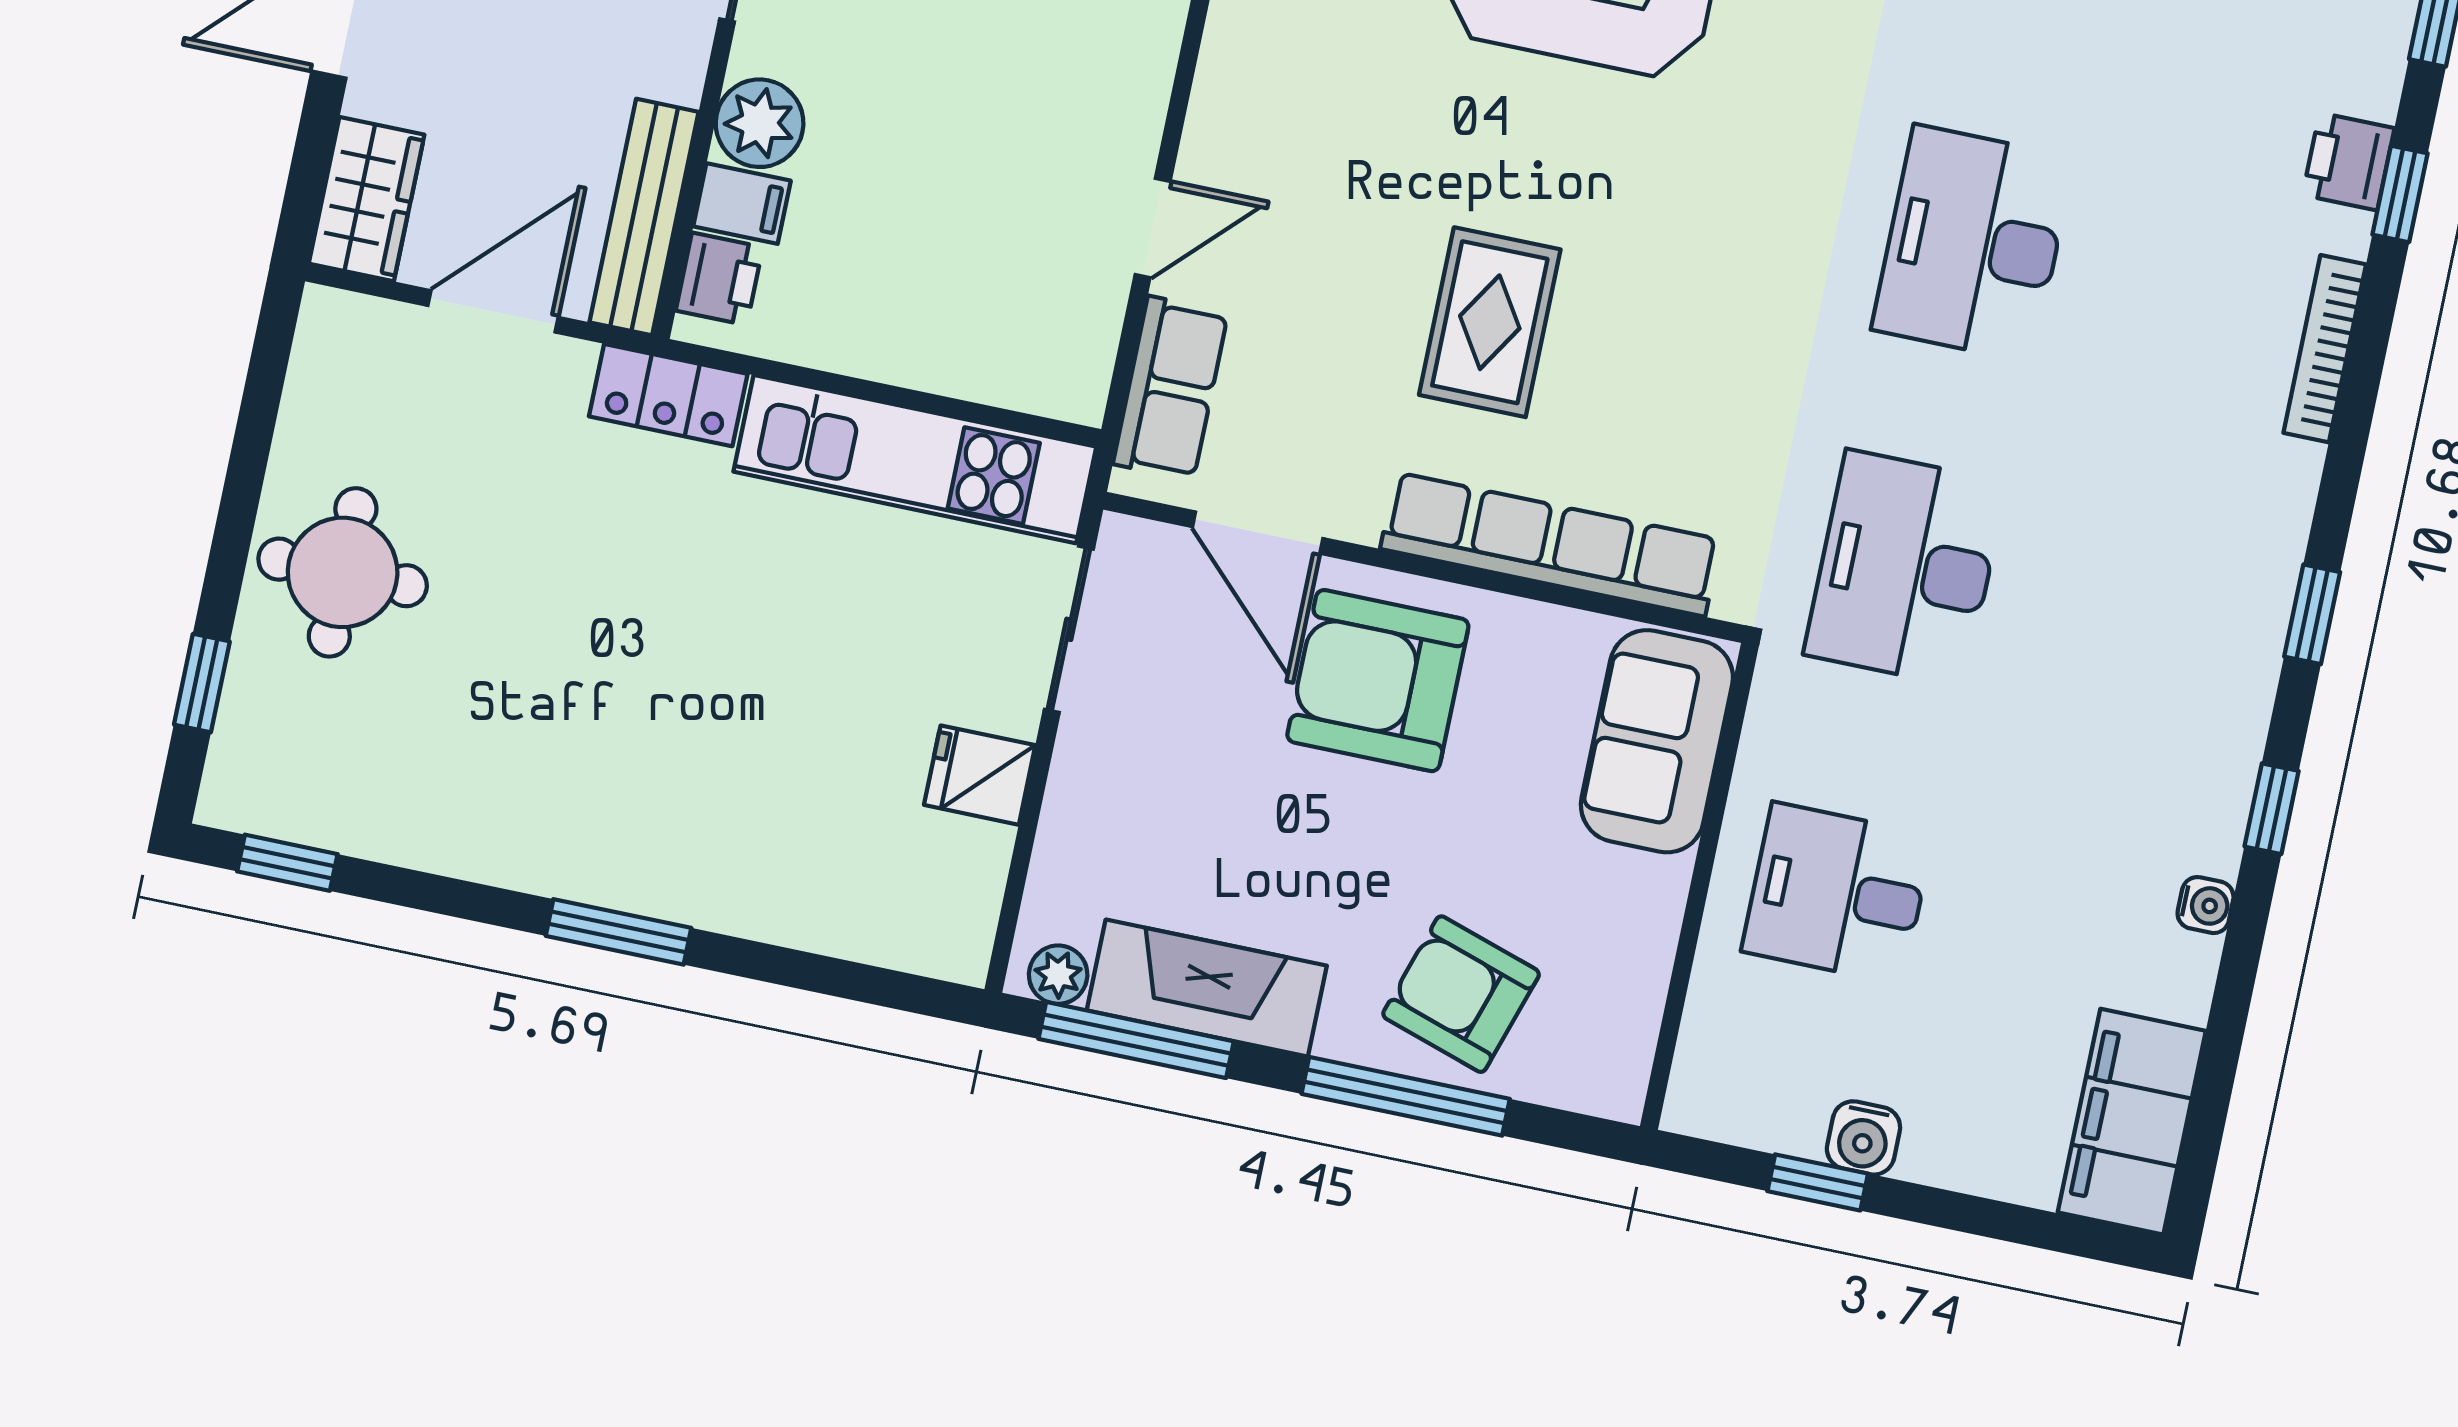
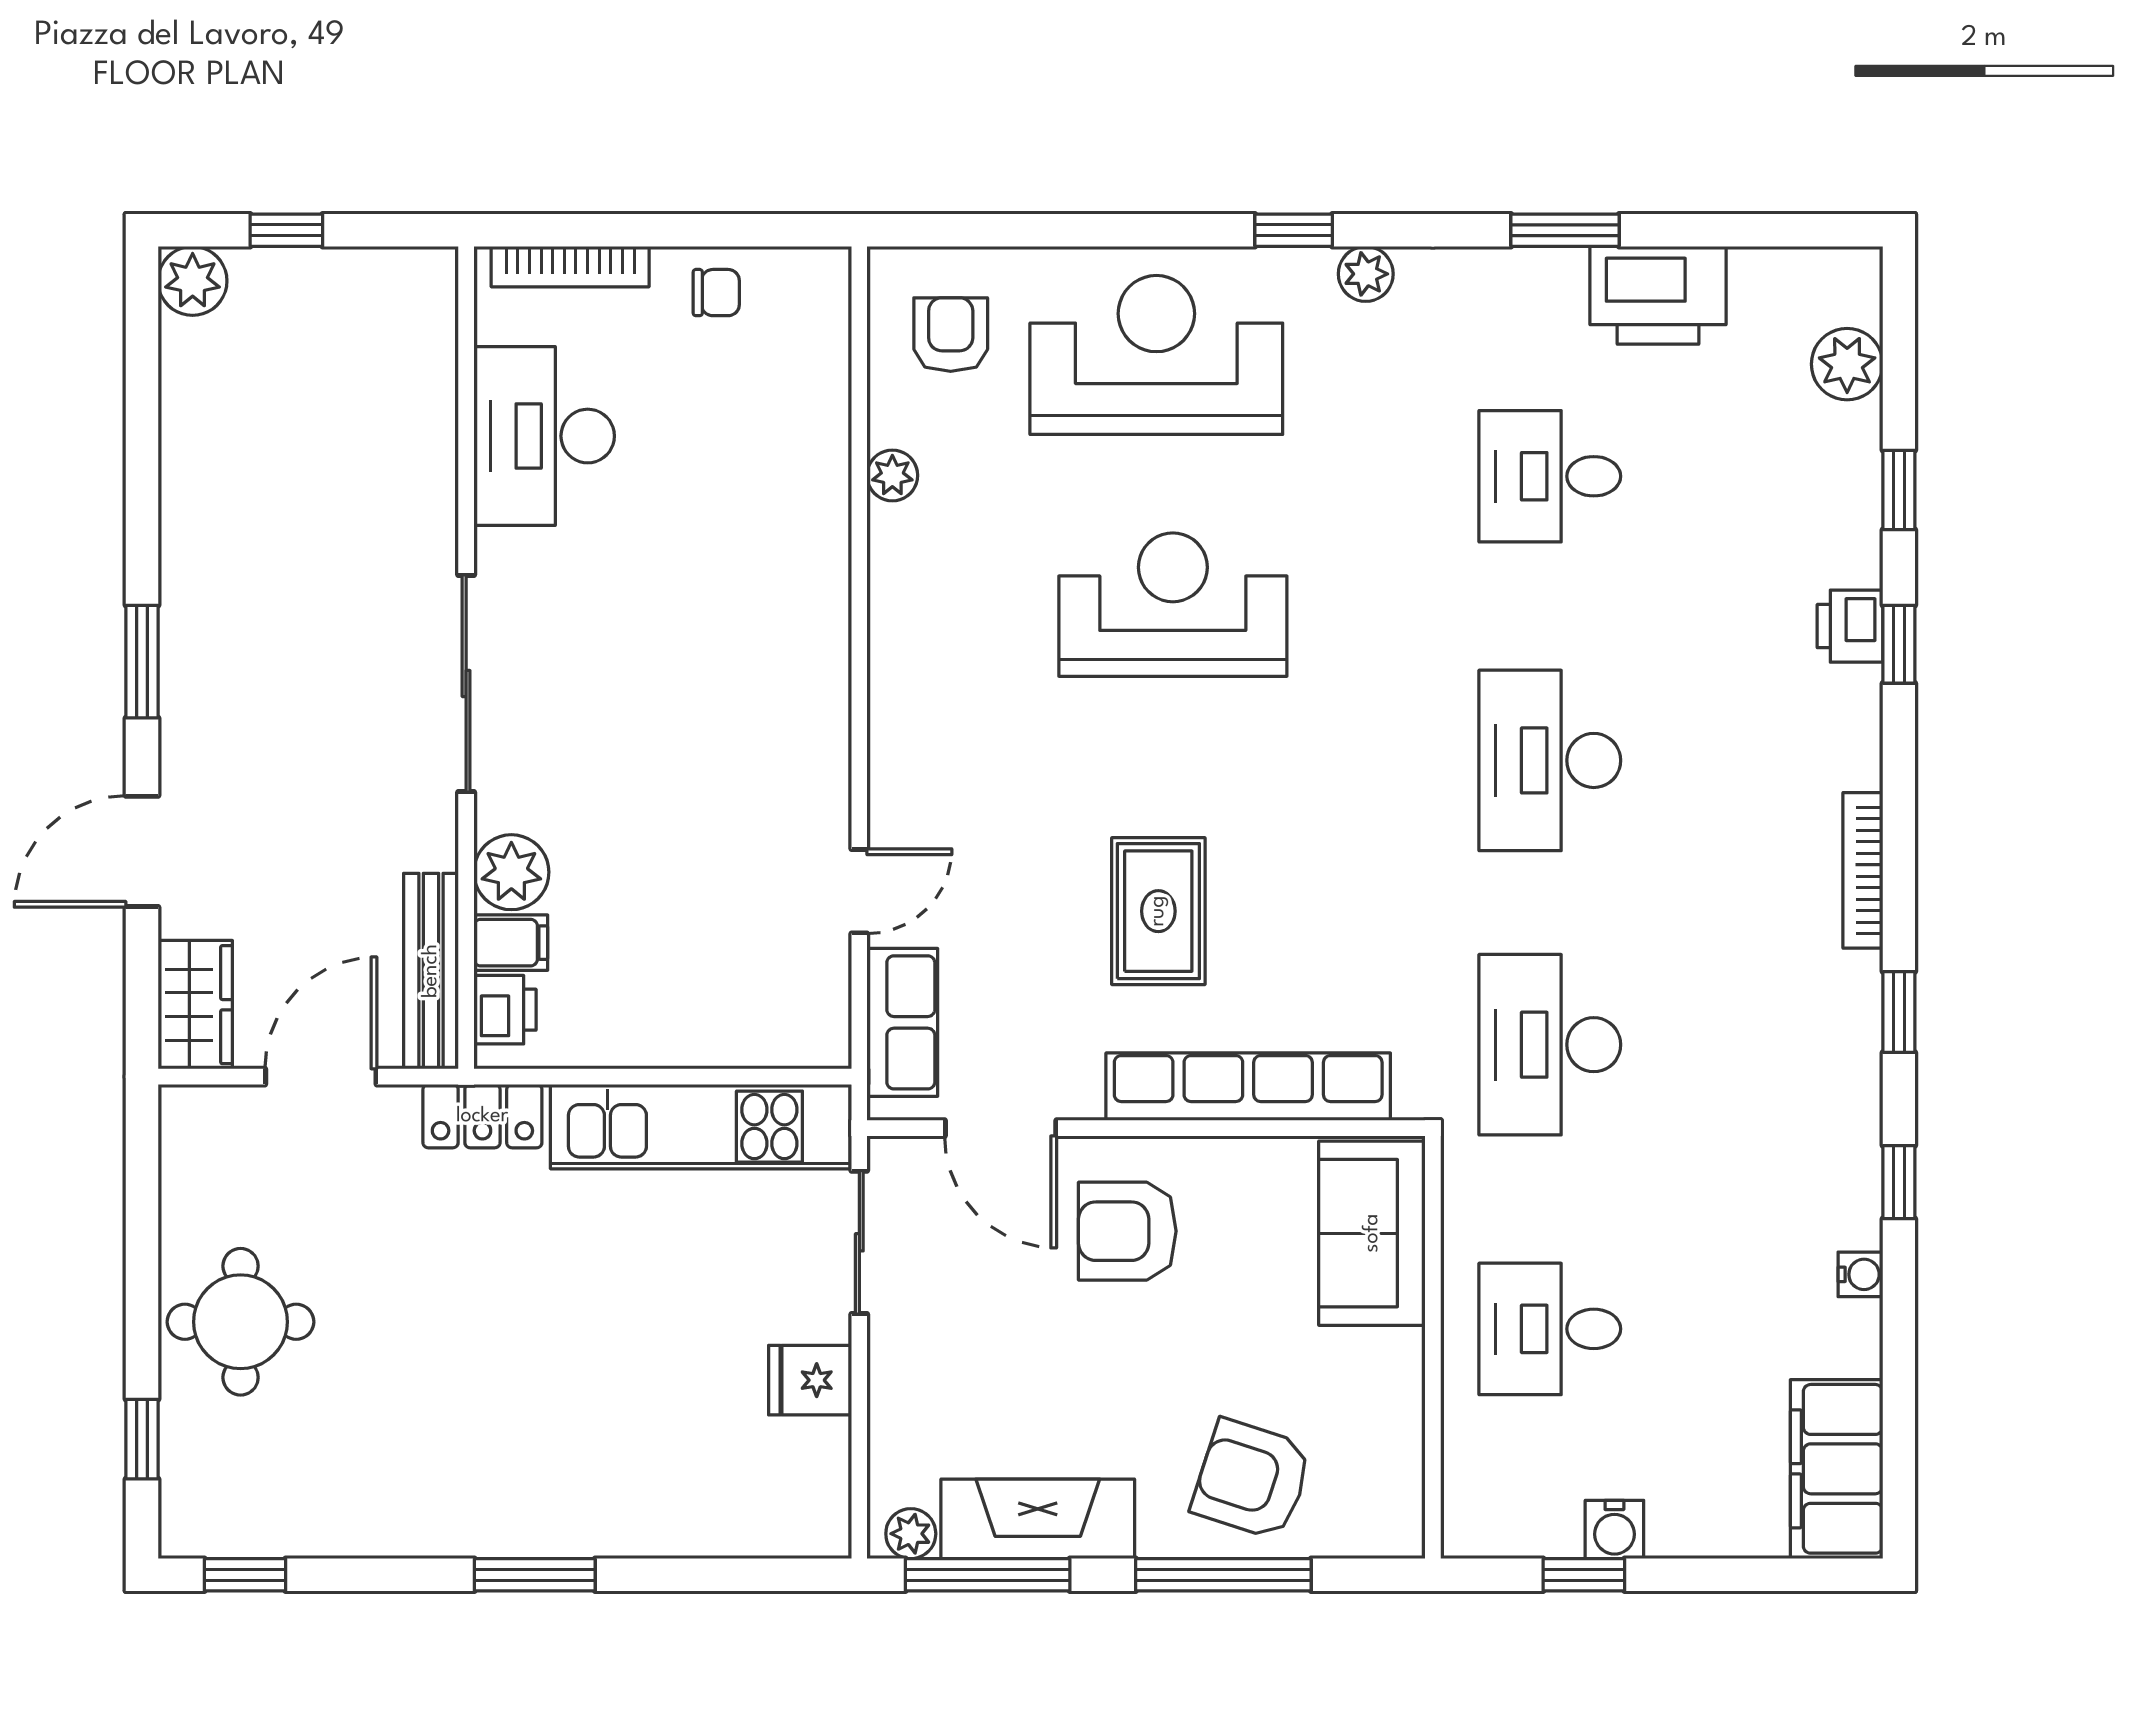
bookcase: (2325, 349) -> (1863, 870), moved
armchair: (1378, 681) -> (1127, 1231), width x0.73, depth x0.73

